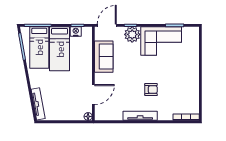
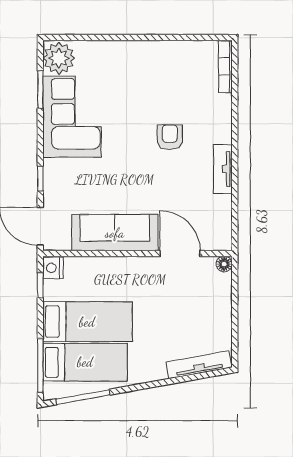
nightstand: (76, 32) -> (53, 268), moved
plant: (132, 34) -> (59, 58), moved
sofa: (104, 57) -> (115, 233), width x1.36
tv unit: (140, 116) -> (223, 169), width x0.71

